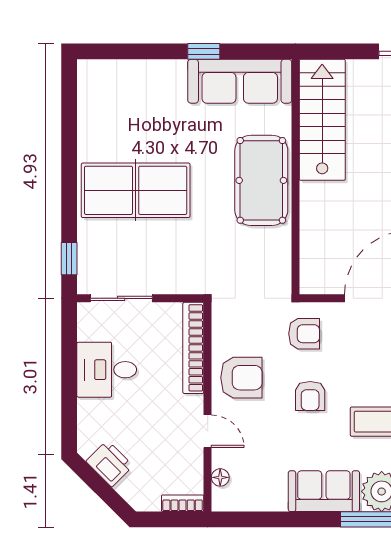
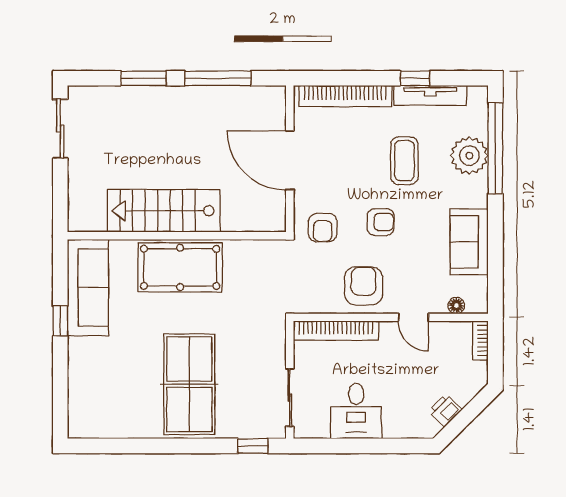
stairs: (322, 120) -> (164, 211), moved
armchair: (304, 334) -> (323, 228), turned 180
door: (208, 431) -> (413, 317), swing flipped
printer: (110, 464) -> (445, 410), width x0.73, depth x0.81
sofa: (324, 491) -> (469, 242), moved

